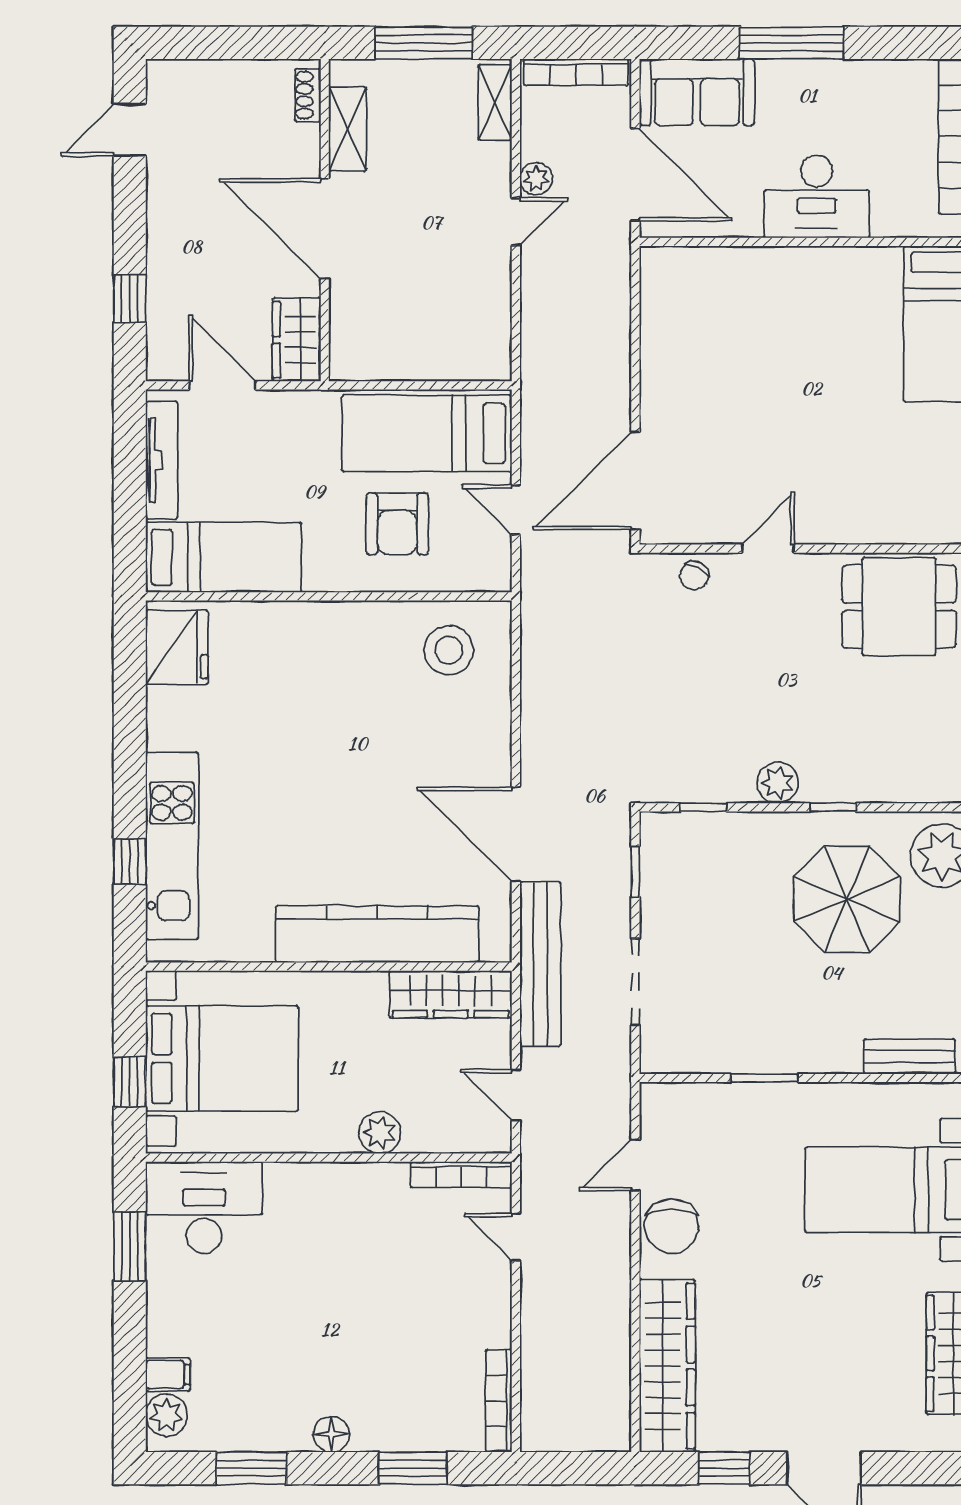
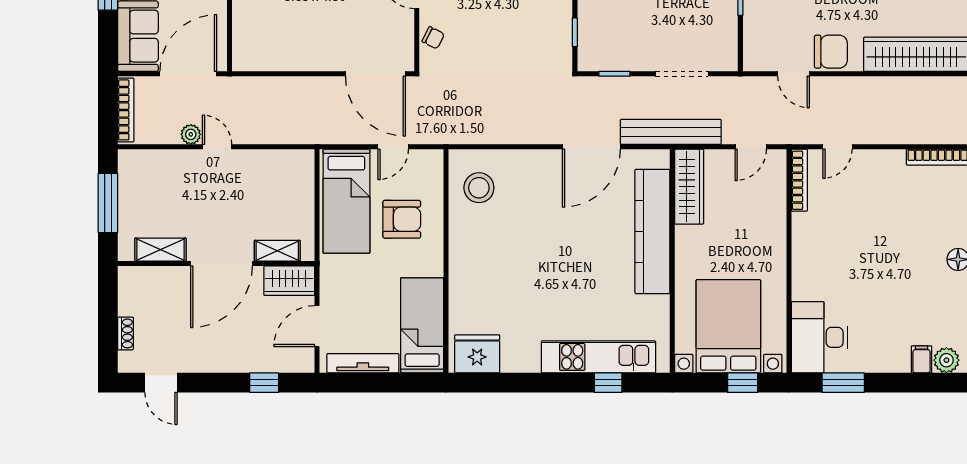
shoe rack: (308, 95) -> (125, 333), moved, turned -90
shelving: (495, 102) -> (277, 251), moved
plant: (380, 1133) -> (774, 230), removed

